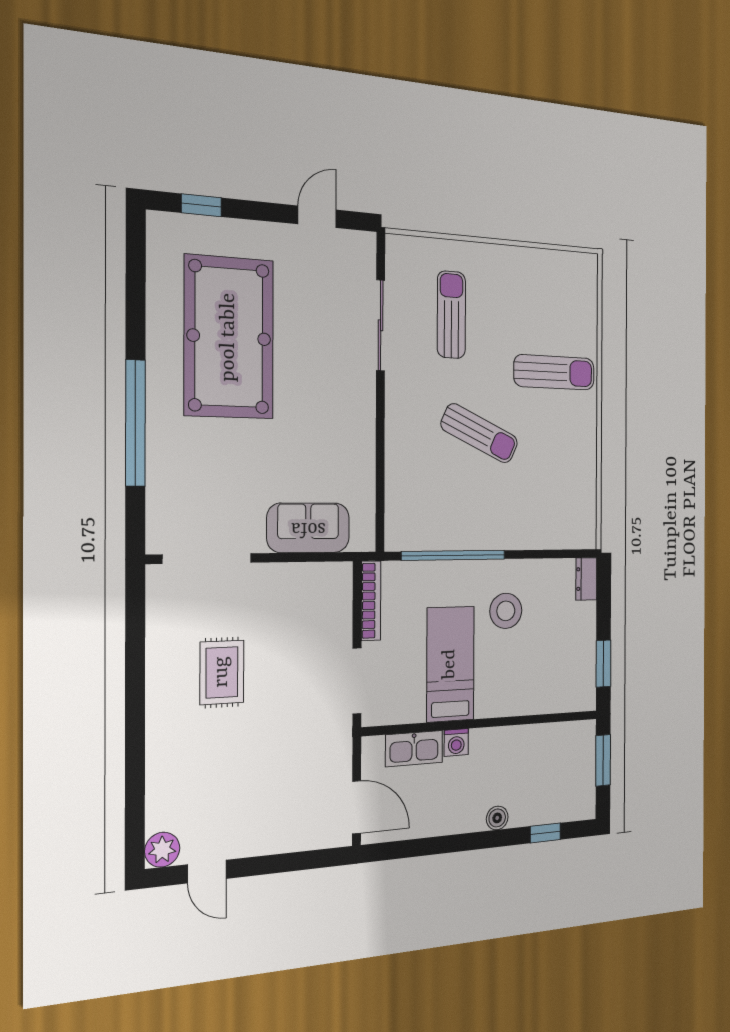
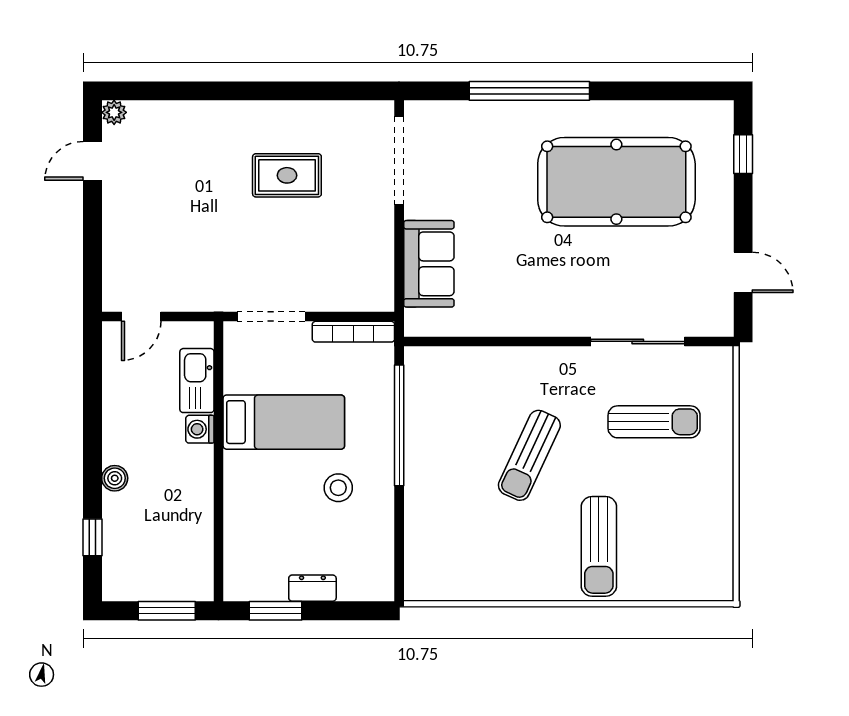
dresser: (586, 579) -> (312, 588), moved
stool: (506, 611) -> (338, 488), width x0.73, depth x0.73
door: (357, 807) -> (141, 317), width x0.73
plant: (162, 850) -> (114, 112), width x0.73, depth x0.73

